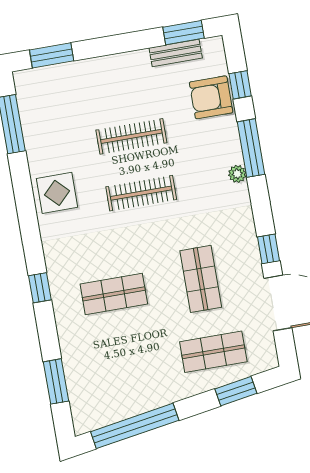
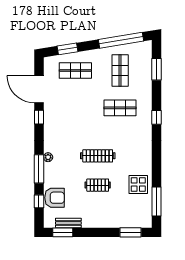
clothes rail: (131, 136) -> (98, 185), width x0.73
display table: (57, 193) -> (138, 185), moved
shop shelf: (201, 279) -> (120, 70), moved

